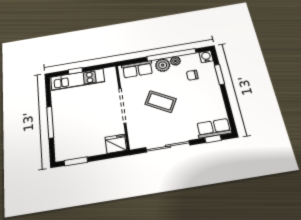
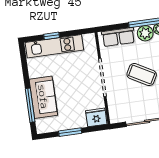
window: (50, 122) -> (30, 105), moved
sofa: (64, 126) -> (43, 97), added
window: (76, 161) -> (70, 132), moved

